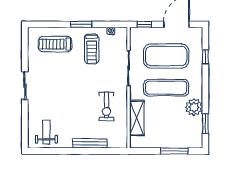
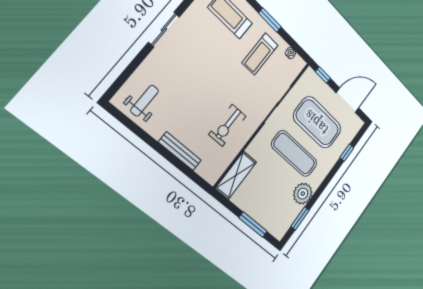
shelving: (137, 118) -> (236, 175), moved

